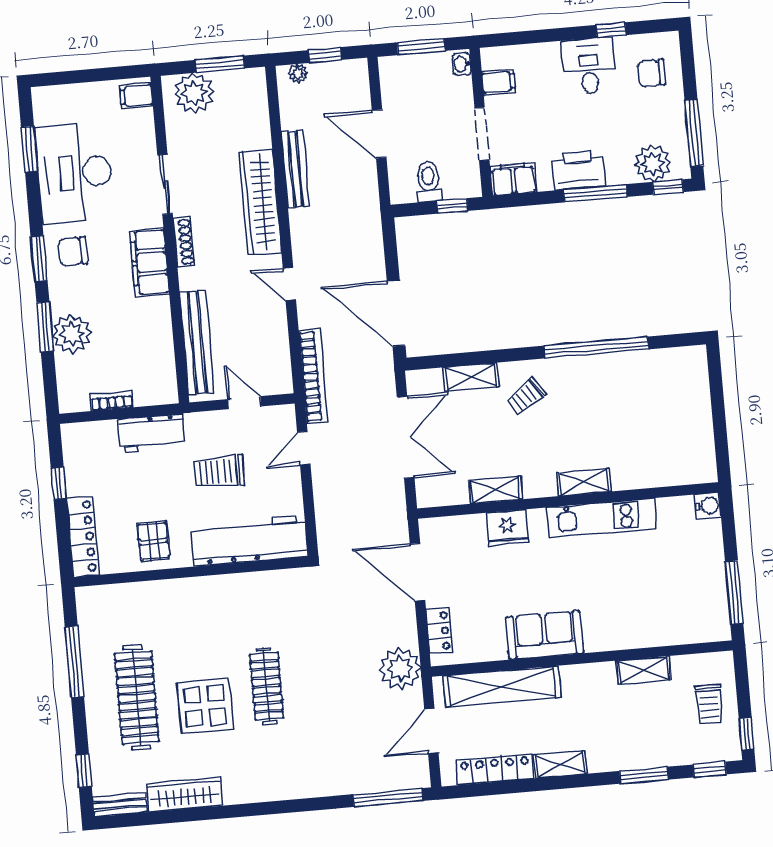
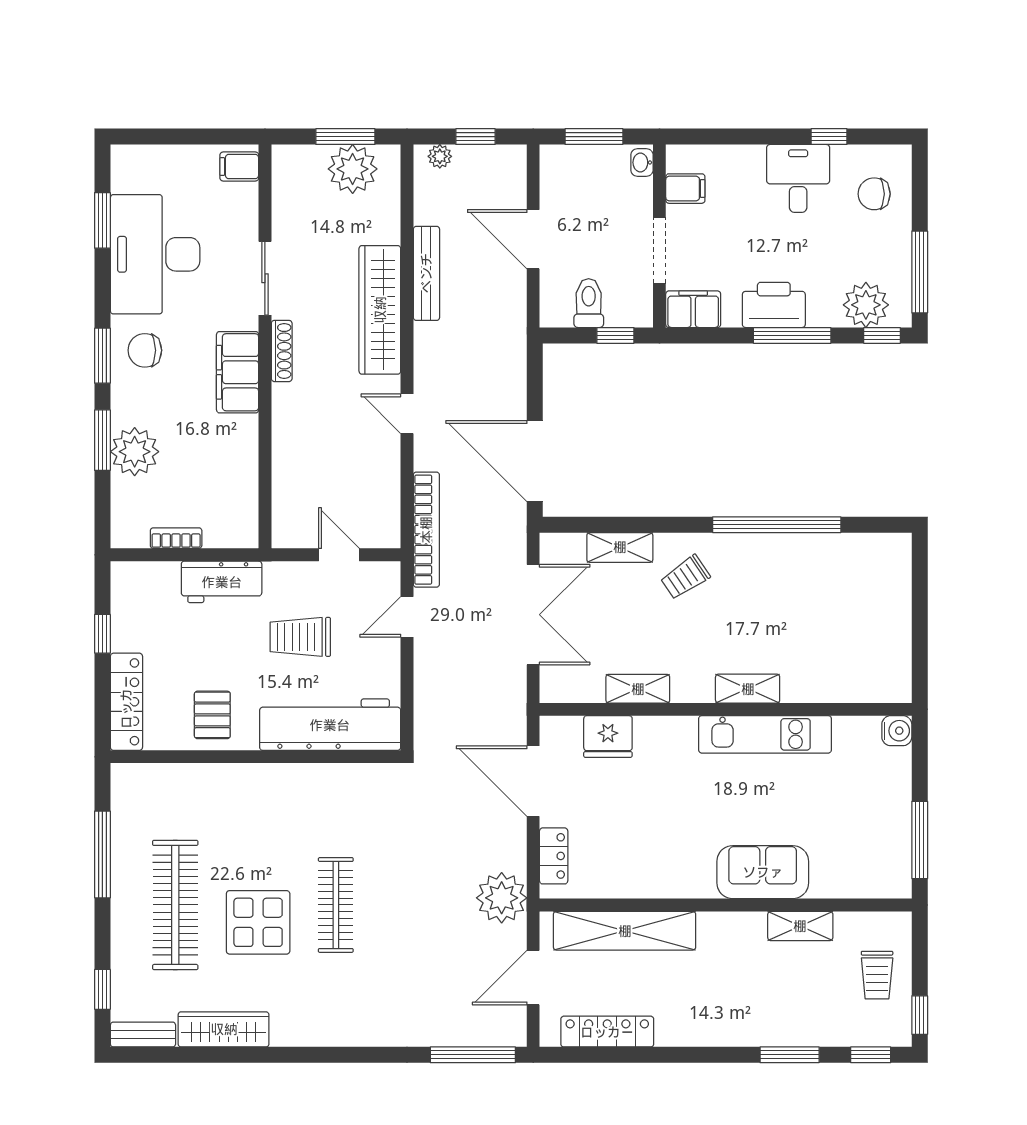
plant: (194, 93) -> (353, 169), moved
bench: (197, 342) -> (287, 476), removed
fridge: (507, 528) -> (608, 737), moved
sofa: (545, 635) -> (763, 872), moved
shelving: (560, 764) -> (688, 1033), removed

